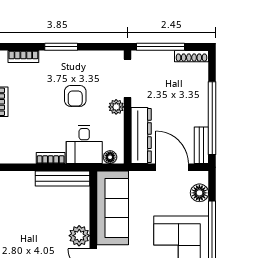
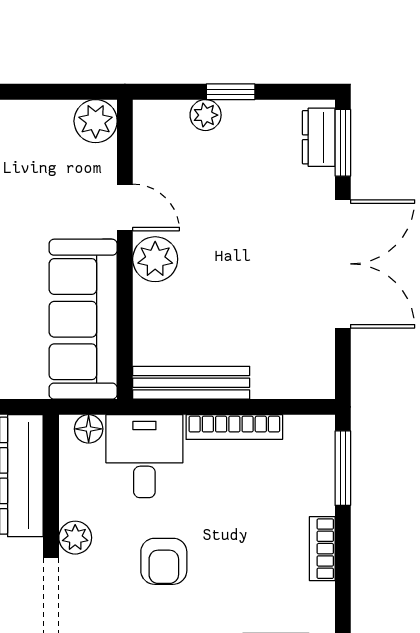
armchair: (75, 96) -> (164, 561), turned 180
bookcase: (51, 158) -> (234, 427), width x1.56

